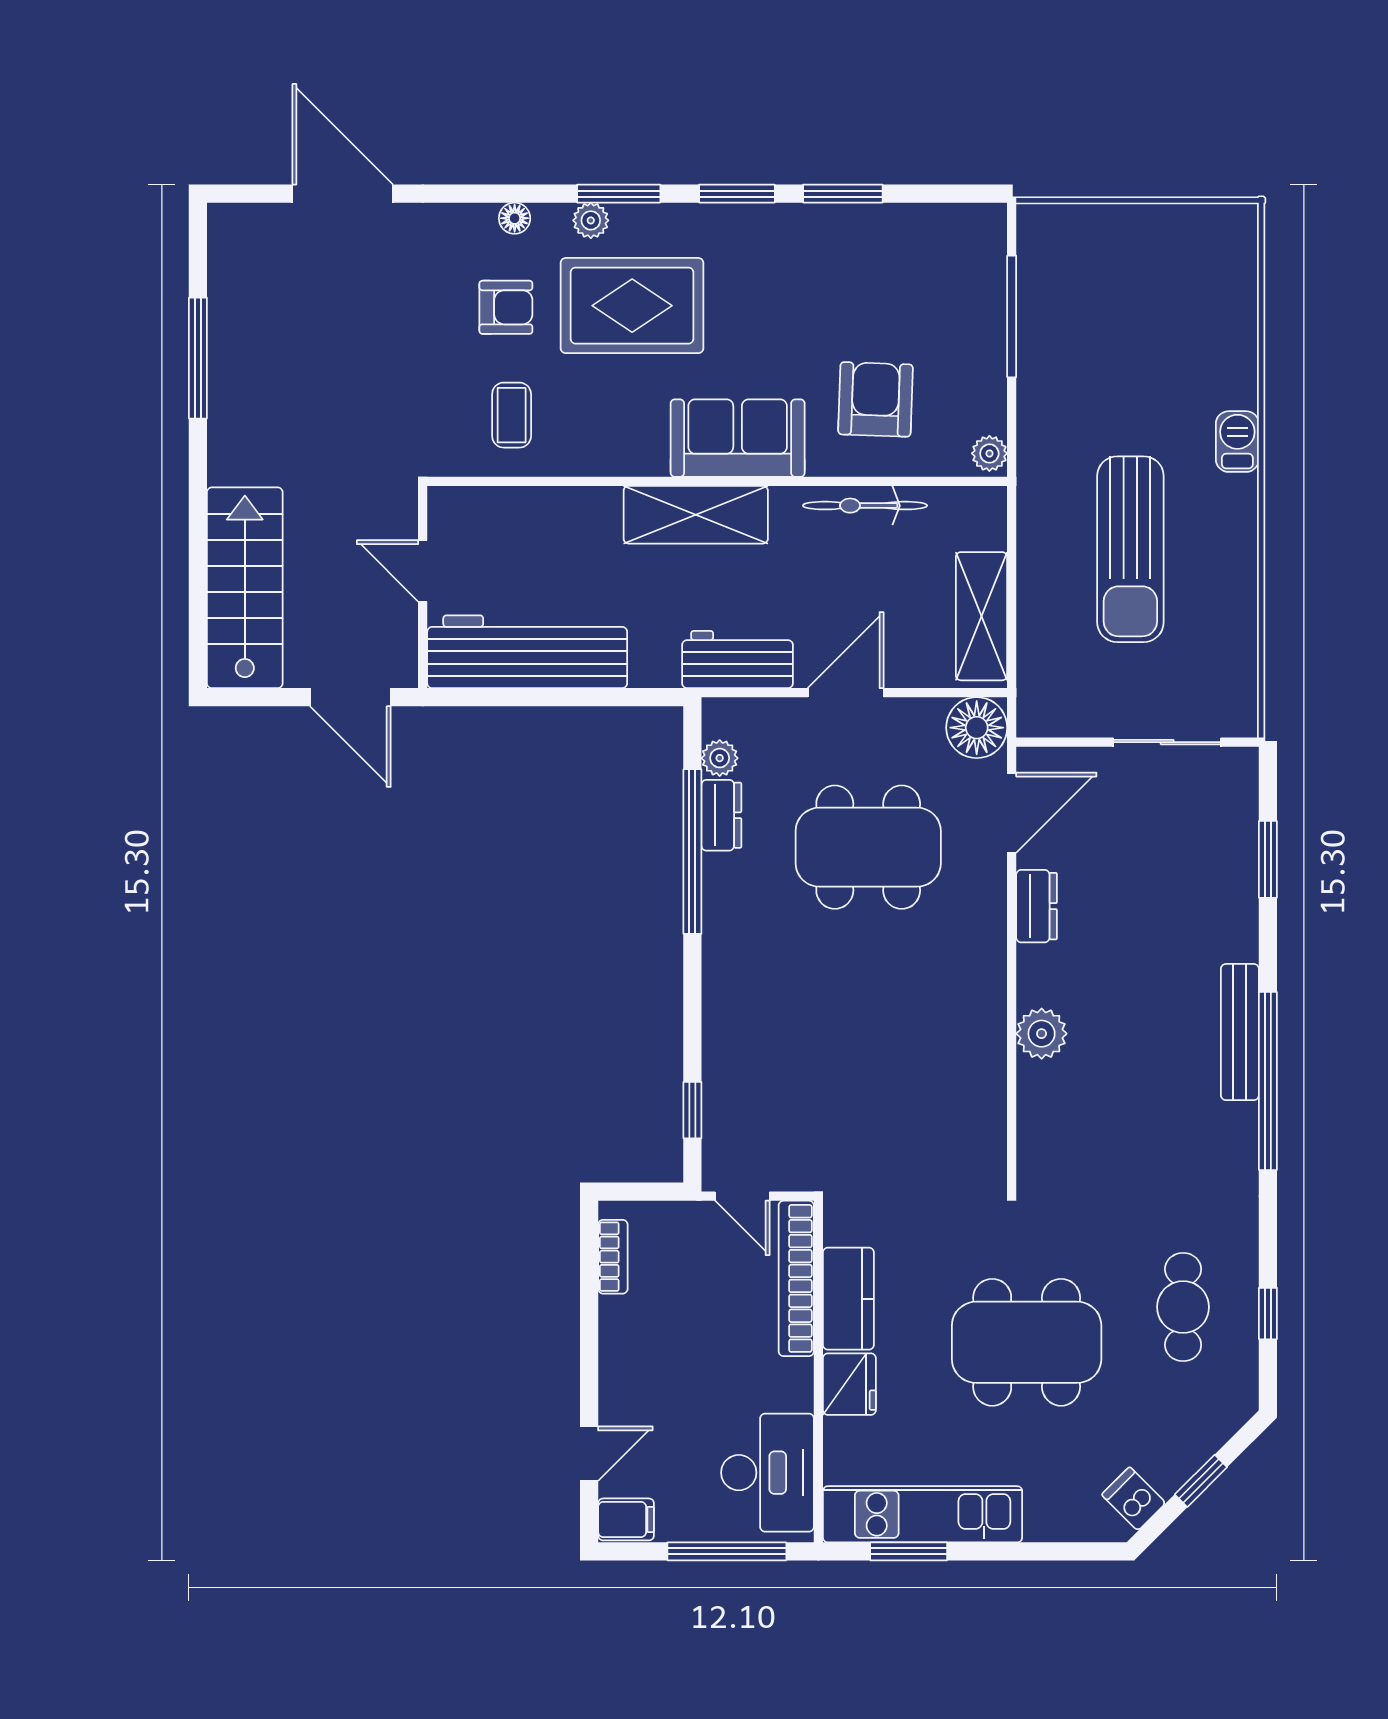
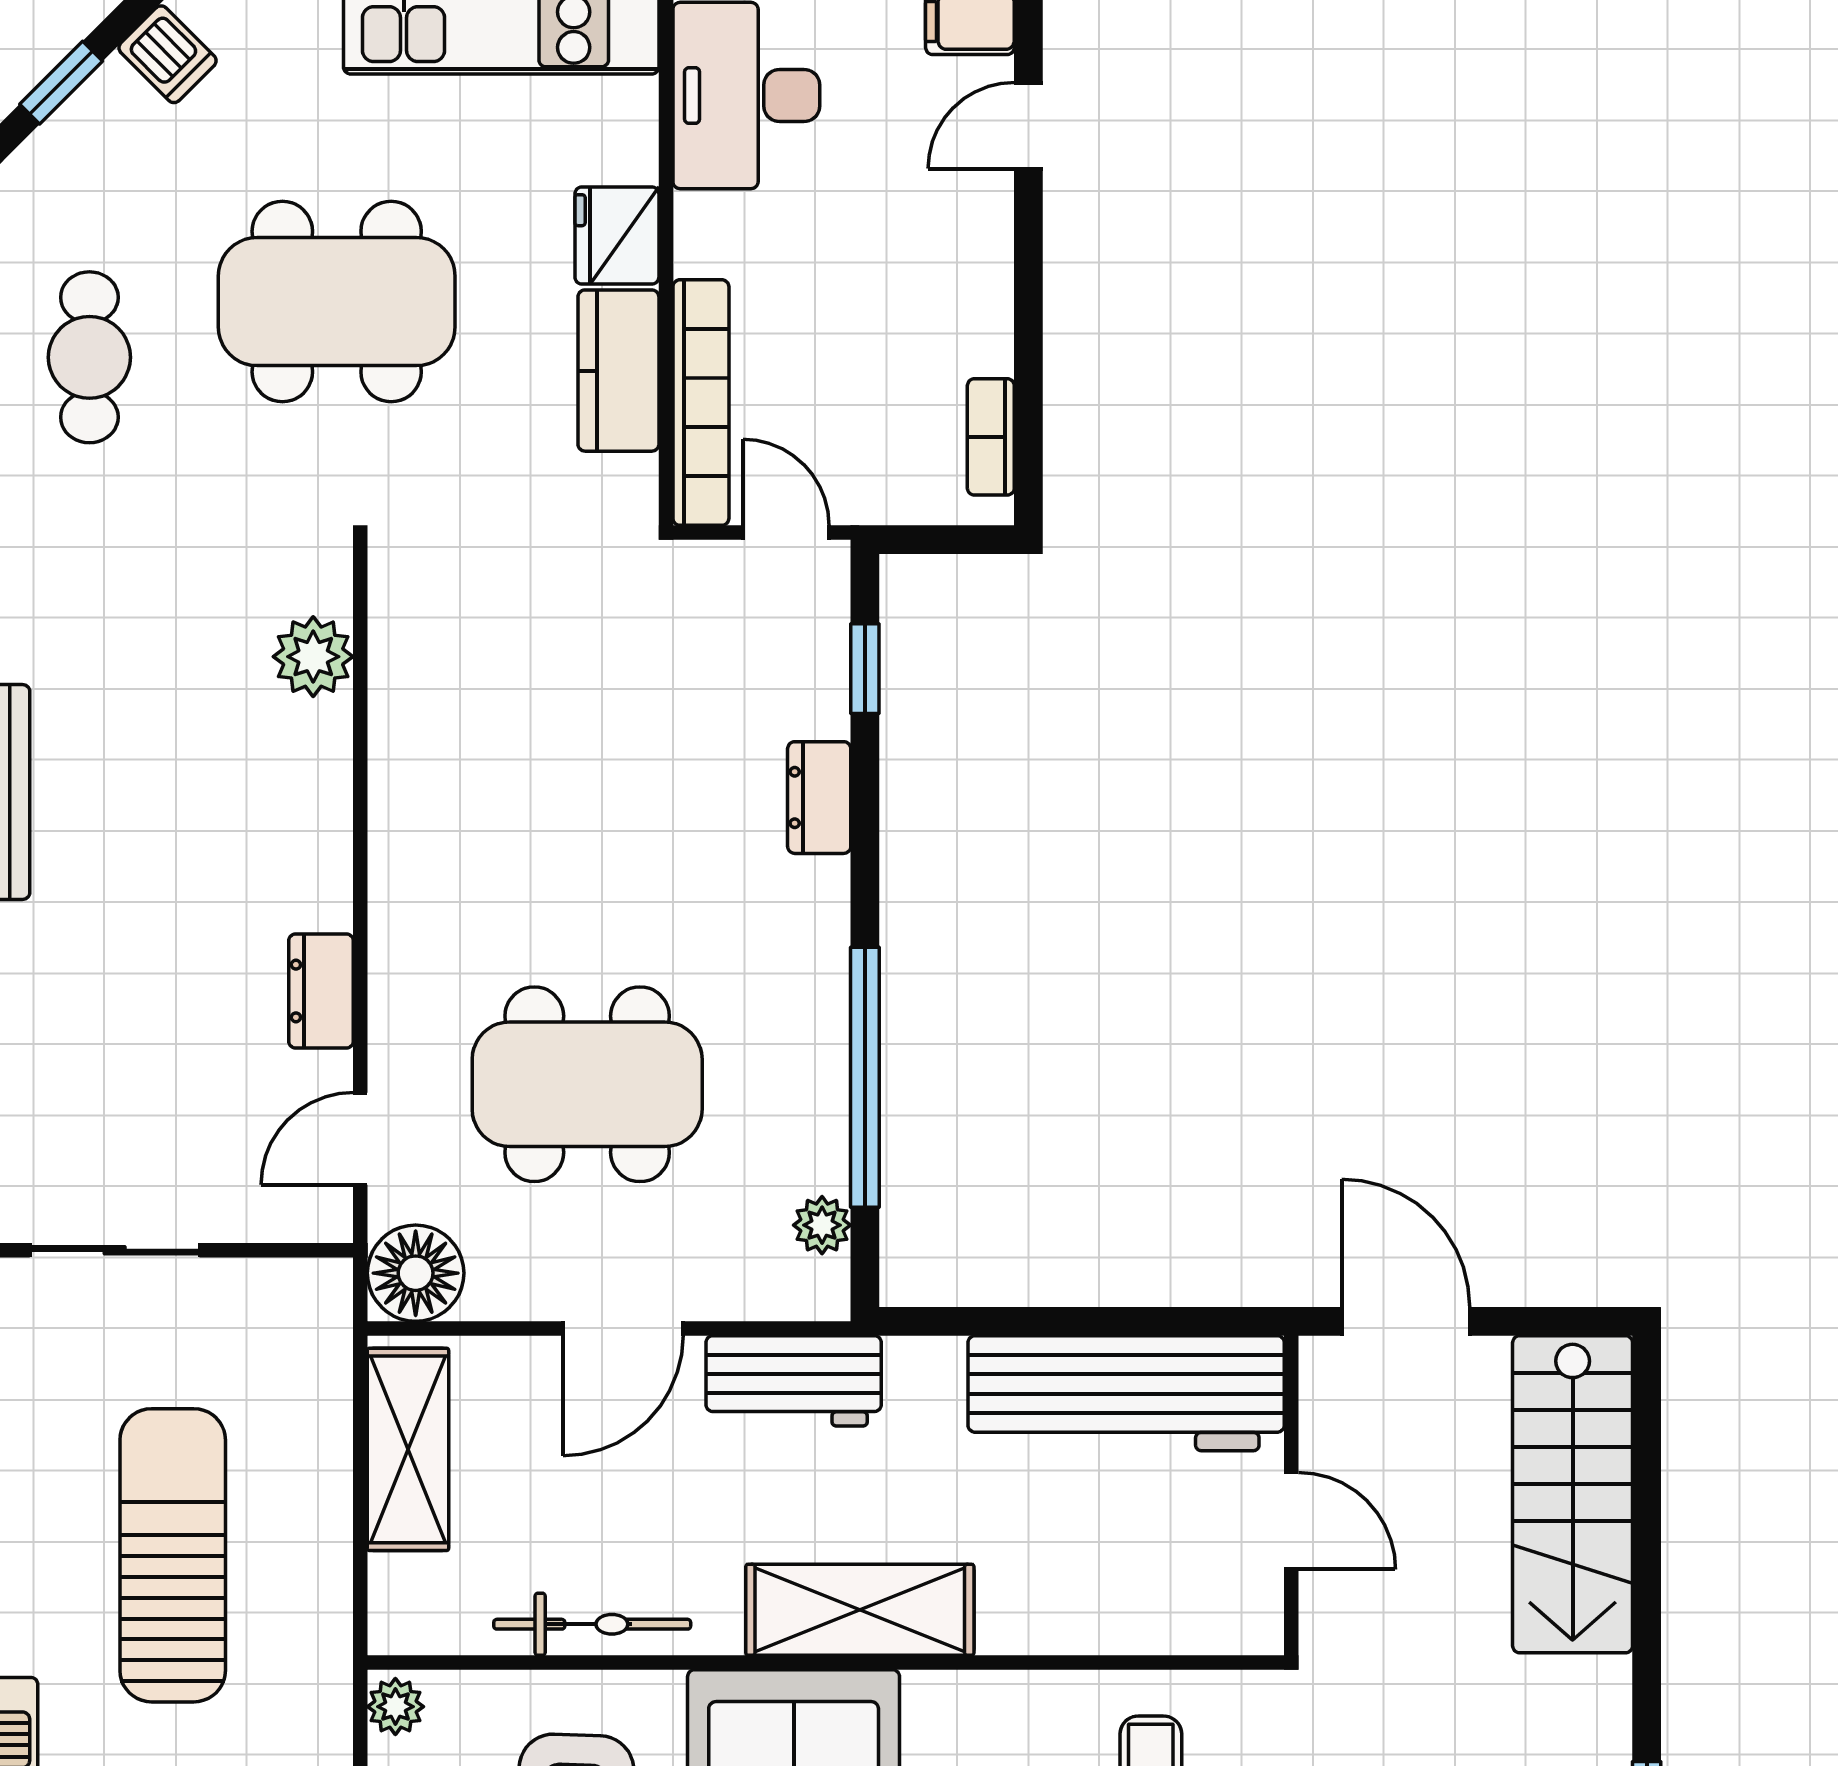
door: (1012, 813) -> (360, 1139), width x0.73
dresser: (721, 815) -> (819, 798), moved
plant: (1042, 1034) -> (313, 657), moved

